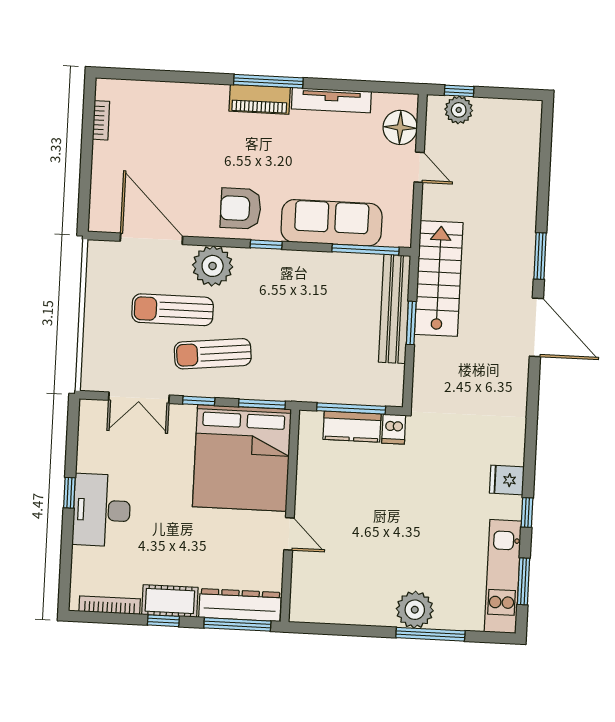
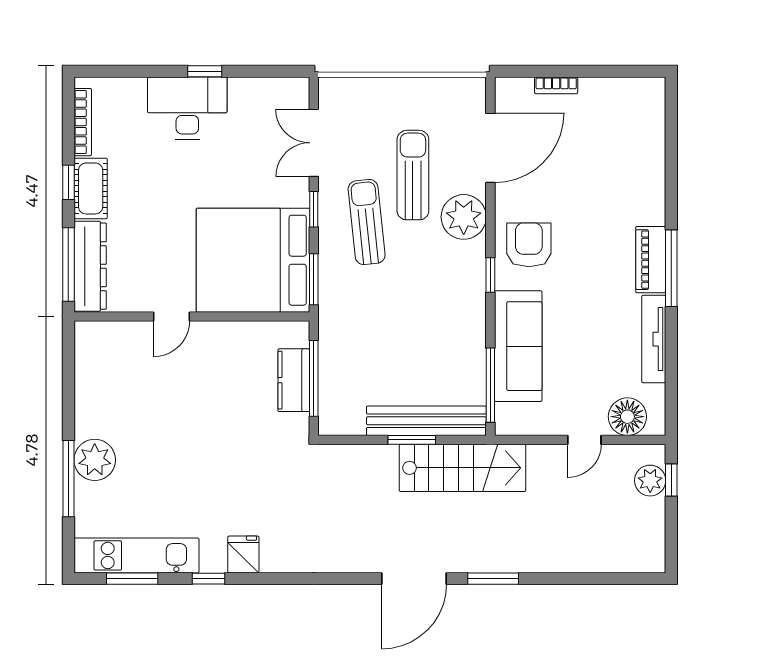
bookcase: (101, 120) -> (556, 85), moved
dishwasher: (394, 429) -> (293, 426), removed

